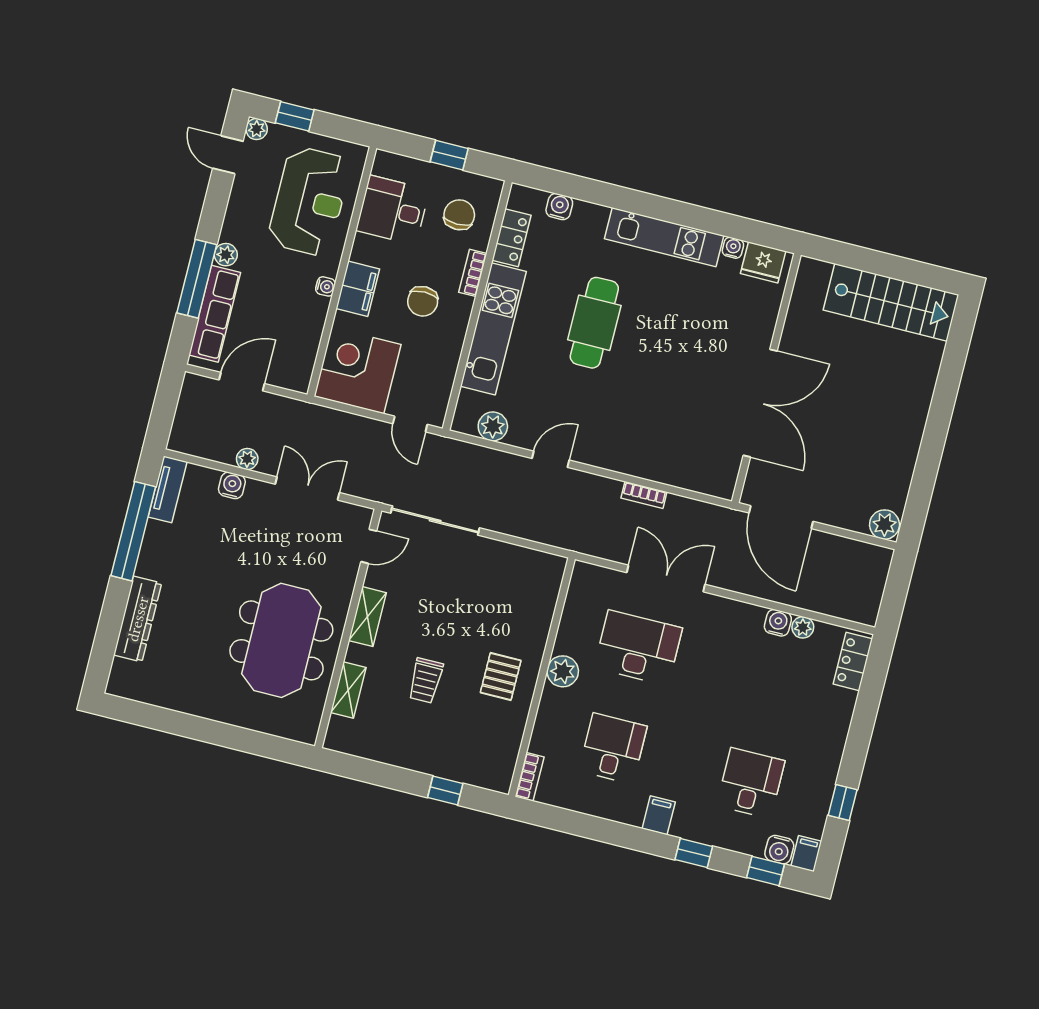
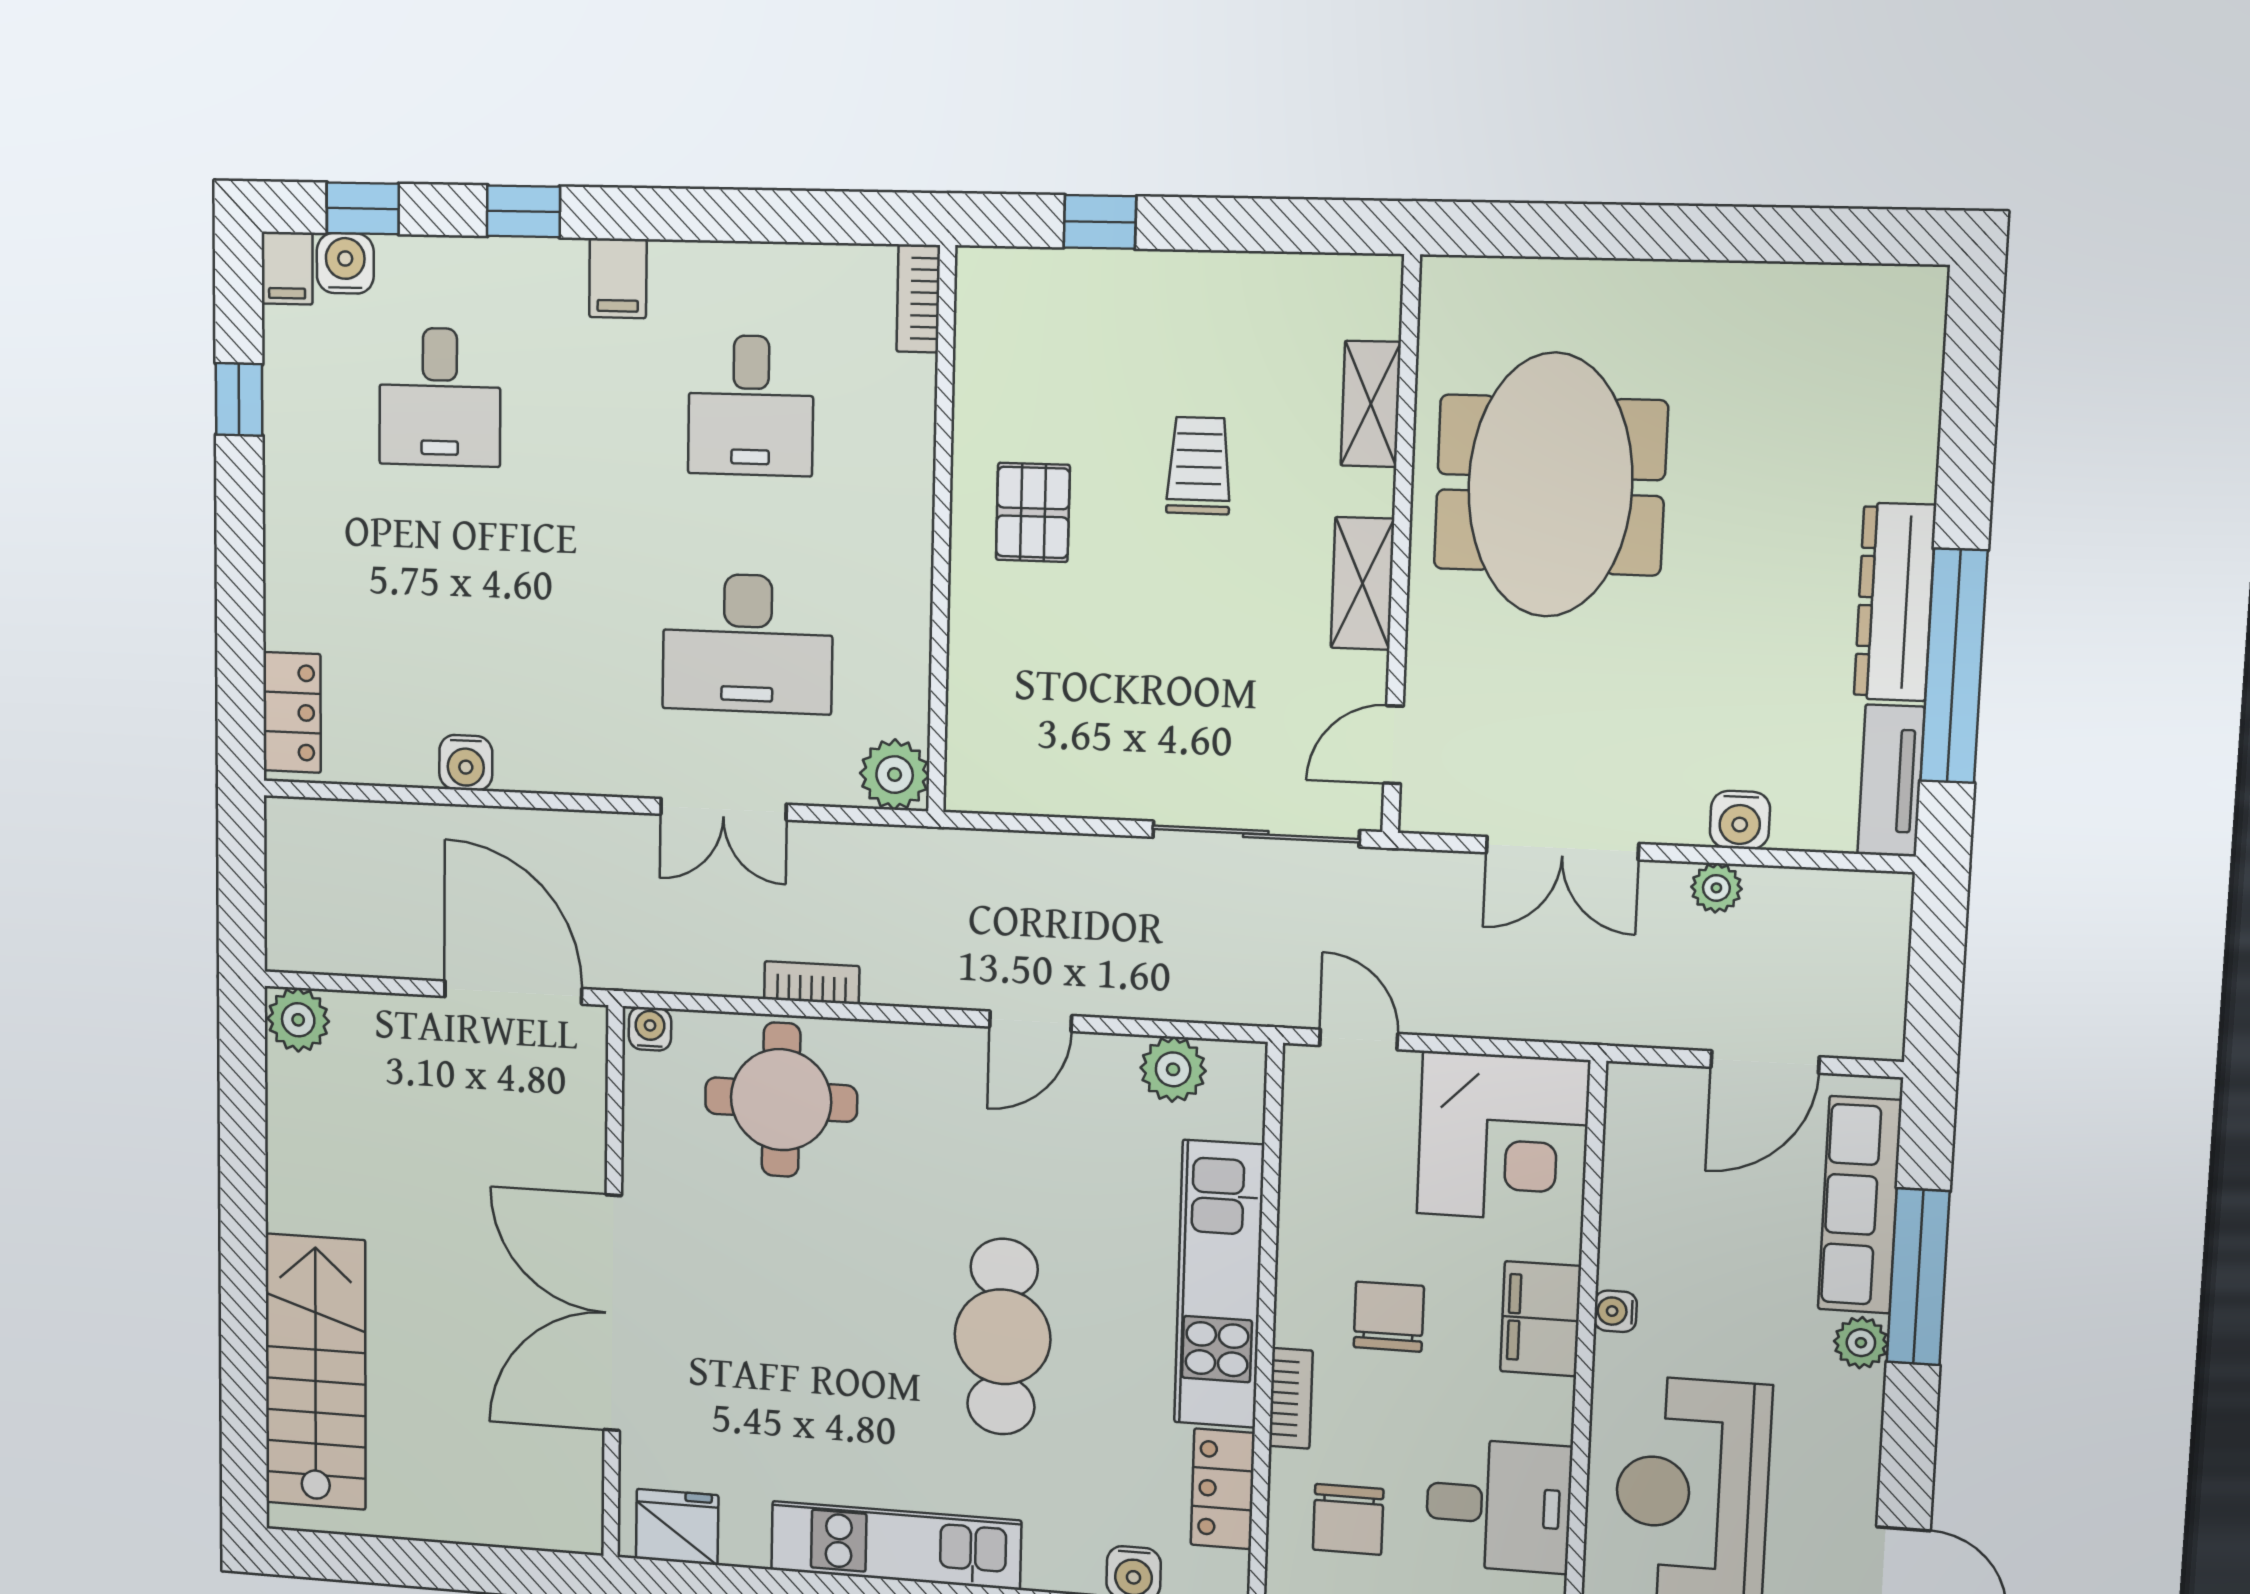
water cooler: (733, 248) -> (650, 1029), moved, turned 180
stairs: (891, 302) -> (316, 1372), moved, turned 90
double door: (760, 403) -> (613, 1313), moved
round table: (670, 446) -> (781, 1100), added
double door: (666, 578) -> (723, 809), width x0.73
dresser: (138, 619) -> (1895, 602), moved
plant: (803, 627) -> (412, 764), removed
plant: (563, 671) -> (895, 775), moved

